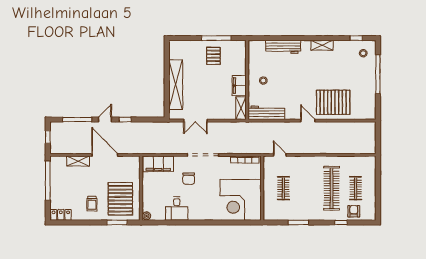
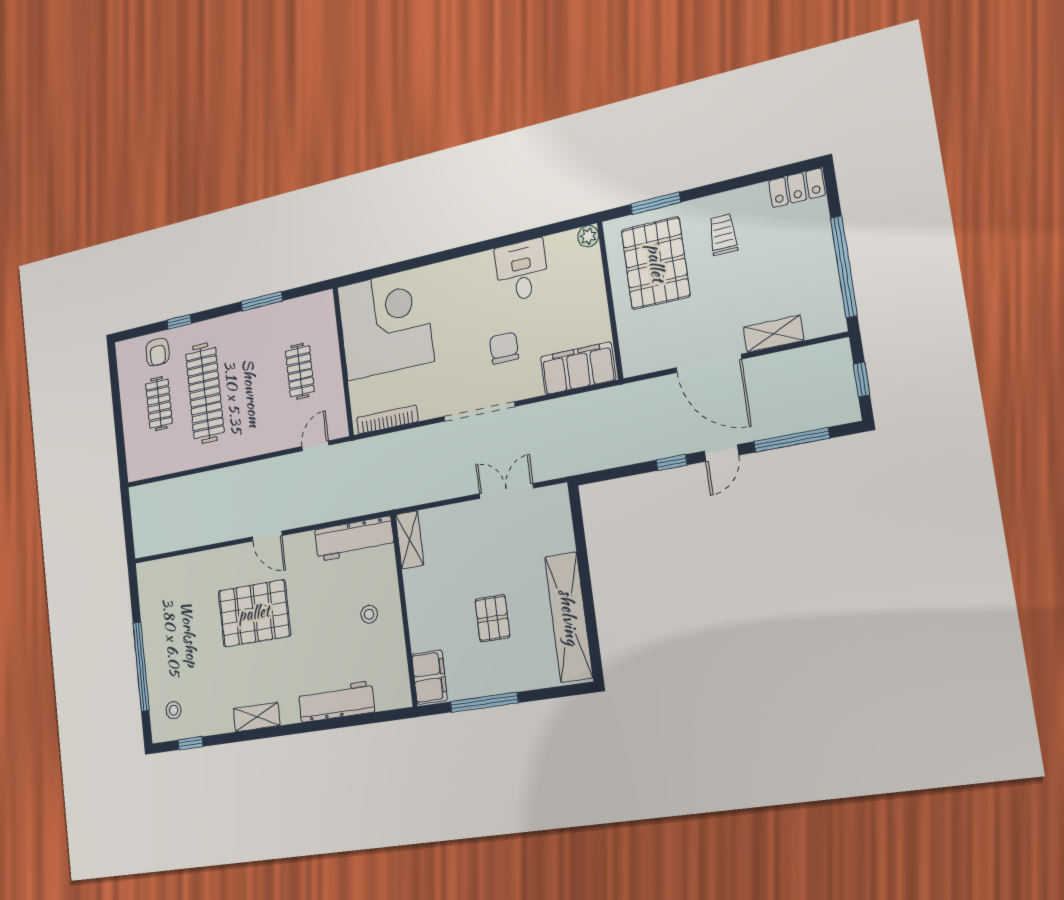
pallet: (213, 56) -> (492, 618), moved
shelving: (176, 85) -> (569, 617), moved
filing cabinet: (239, 86) -> (429, 677), moved
pallet: (333, 102) -> (254, 613), moved
door: (280, 155) -> (315, 446), swing flipped

